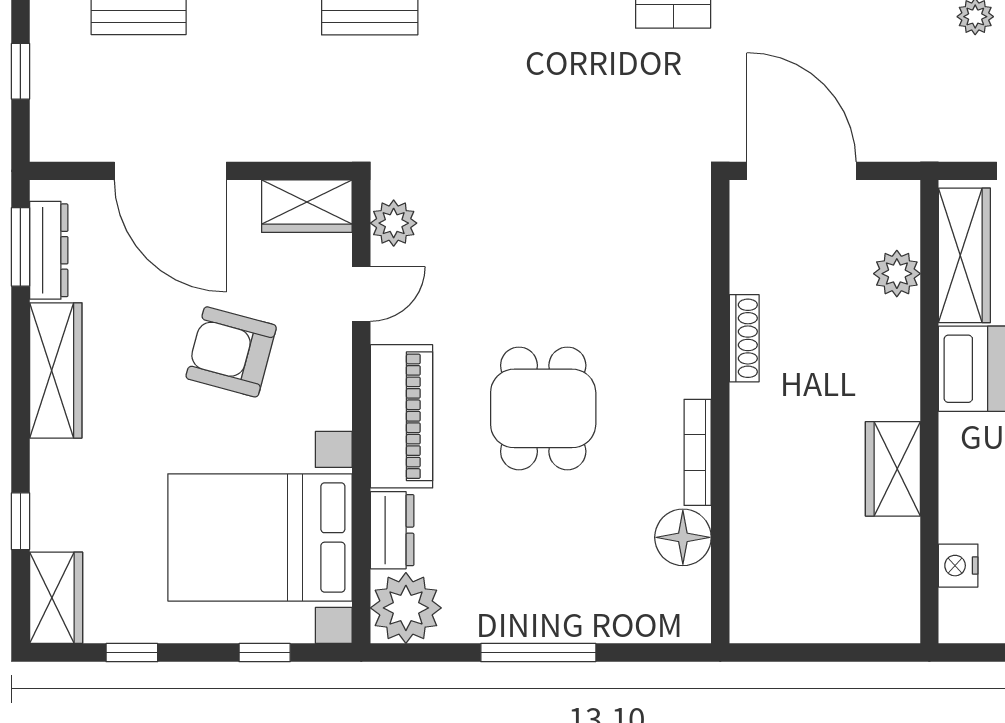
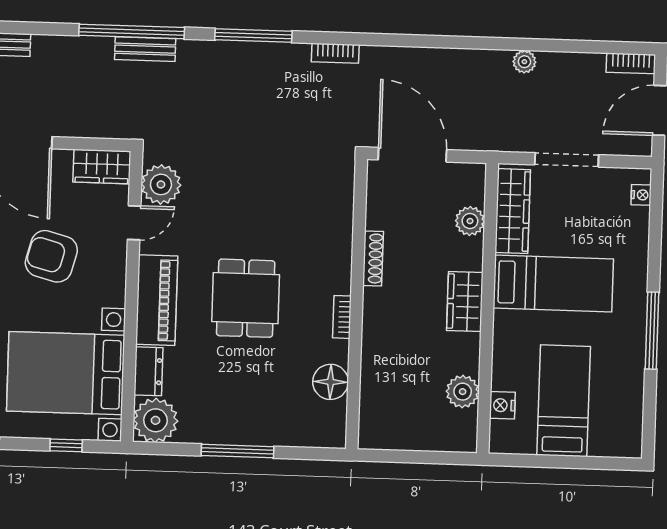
plant: (394, 223) -> (161, 184), width x1.36, depth x1.36
bookcase: (698, 452) -> (342, 317), width x0.64
wardrobe: (893, 469) -> (465, 301), moved
plant: (894, 546) -> (463, 392), added

